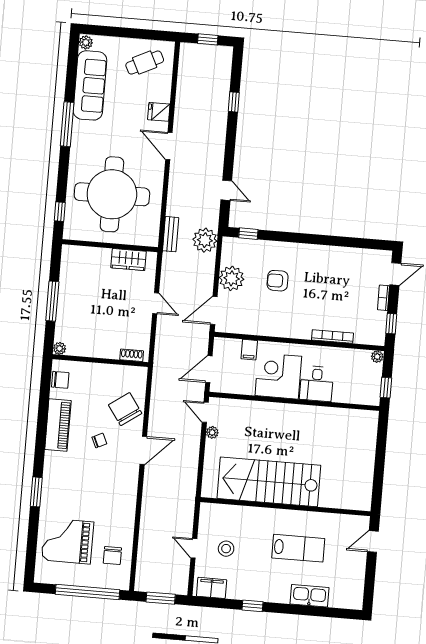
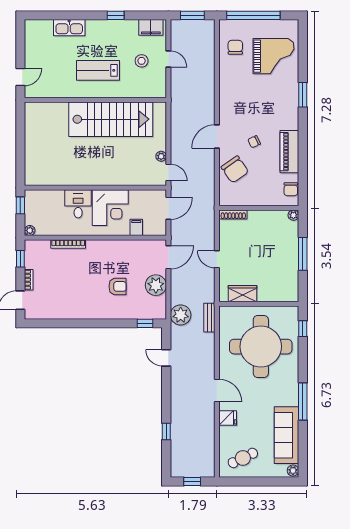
shoe rack: (132, 355) -> (233, 215), width x1.43
chair: (60, 380) -> (291, 189), turned -90
lab bench: (298, 548) -> (98, 70), moved

